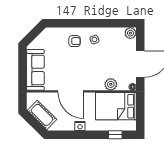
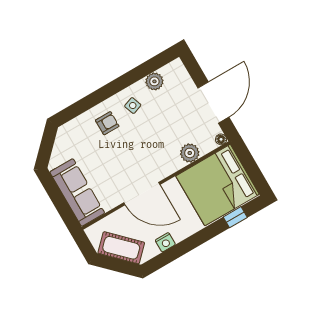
plant: (130, 33) -> (154, 81), moved
bed: (116, 106) -> (217, 185), width x1.36
nightstand: (80, 126) -> (165, 242), moved

